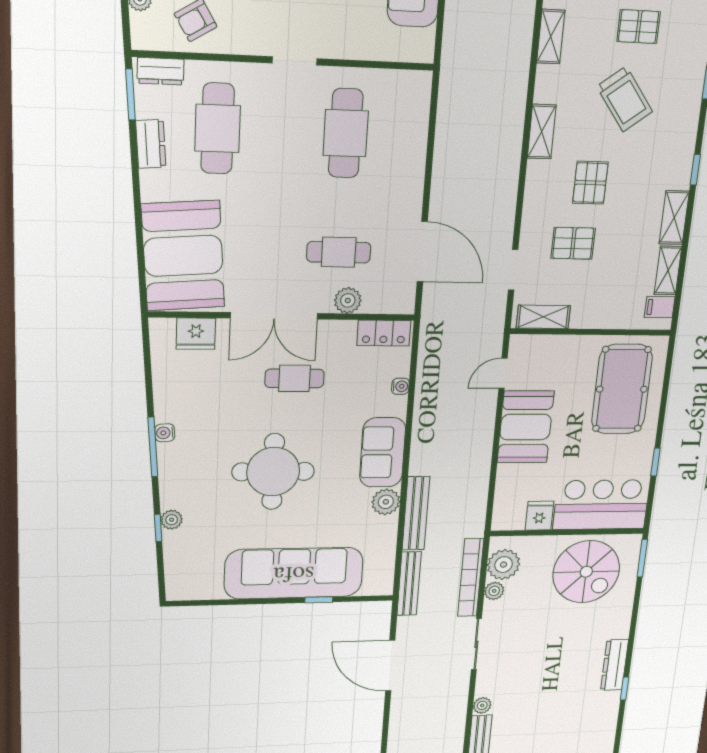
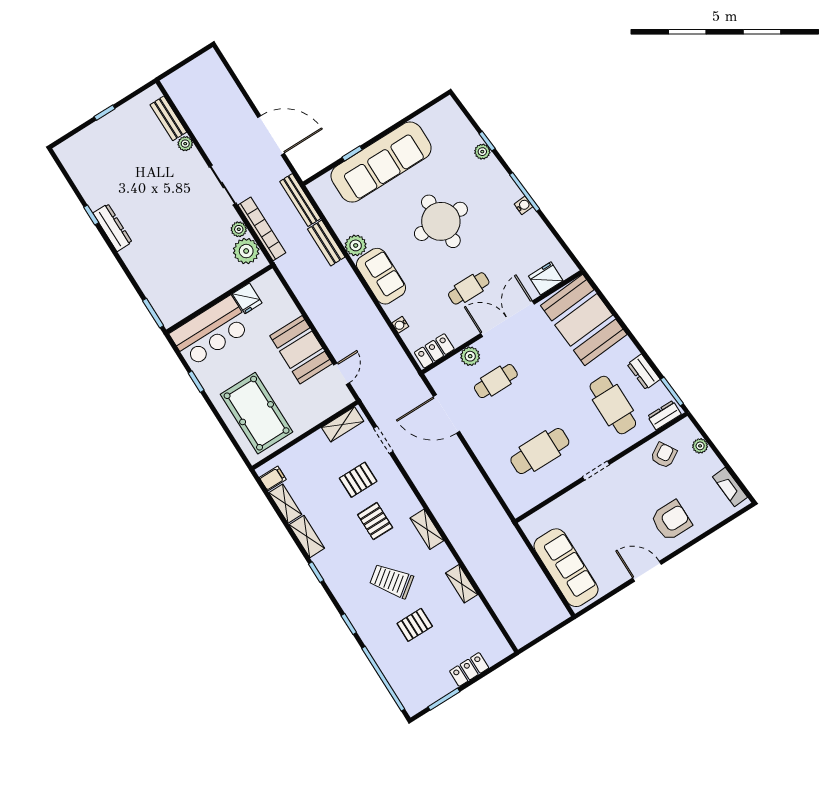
cafe table: (346, 133) -> (540, 451), turned 90
bench: (416, 513) -> (326, 243), width x0.73
spiral stairs: (586, 572) -> (185, 280), removed

